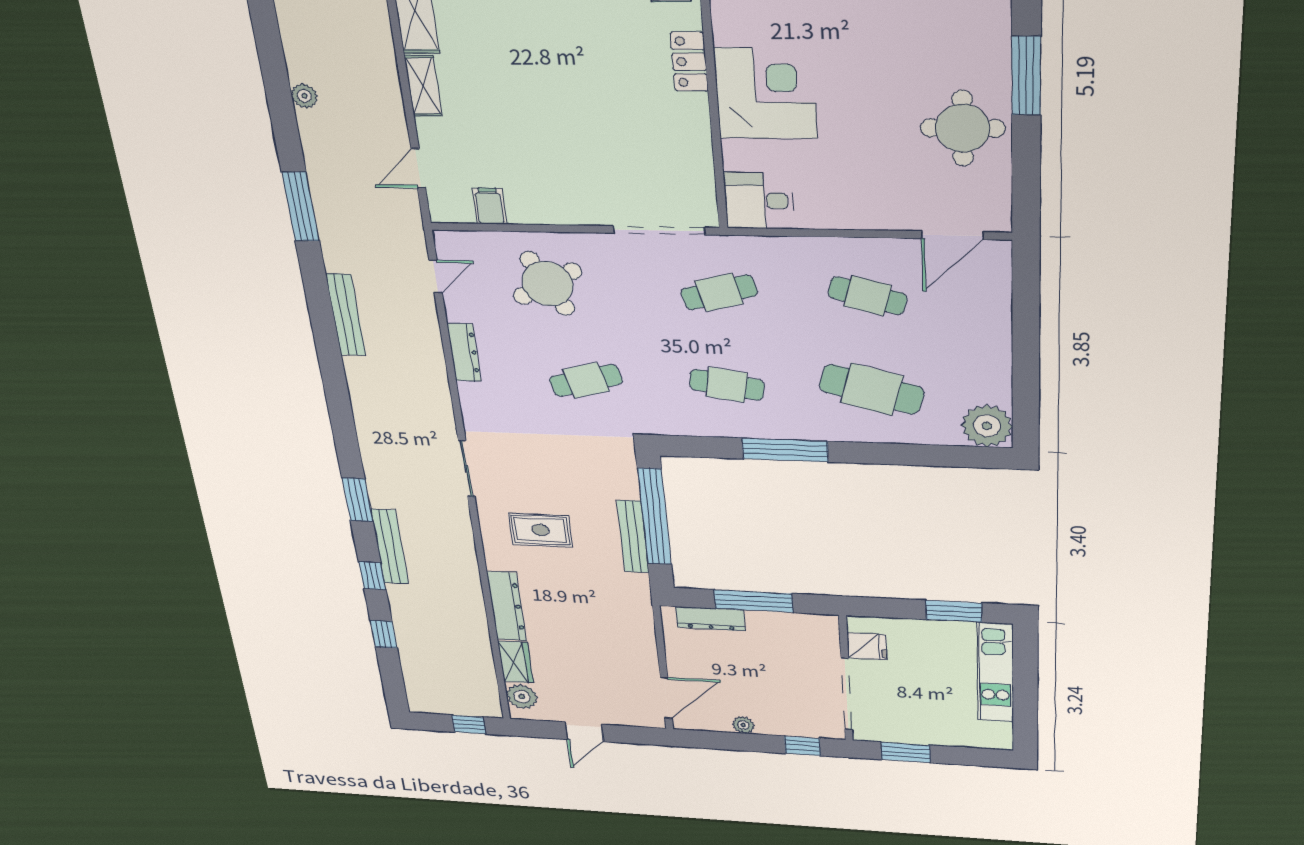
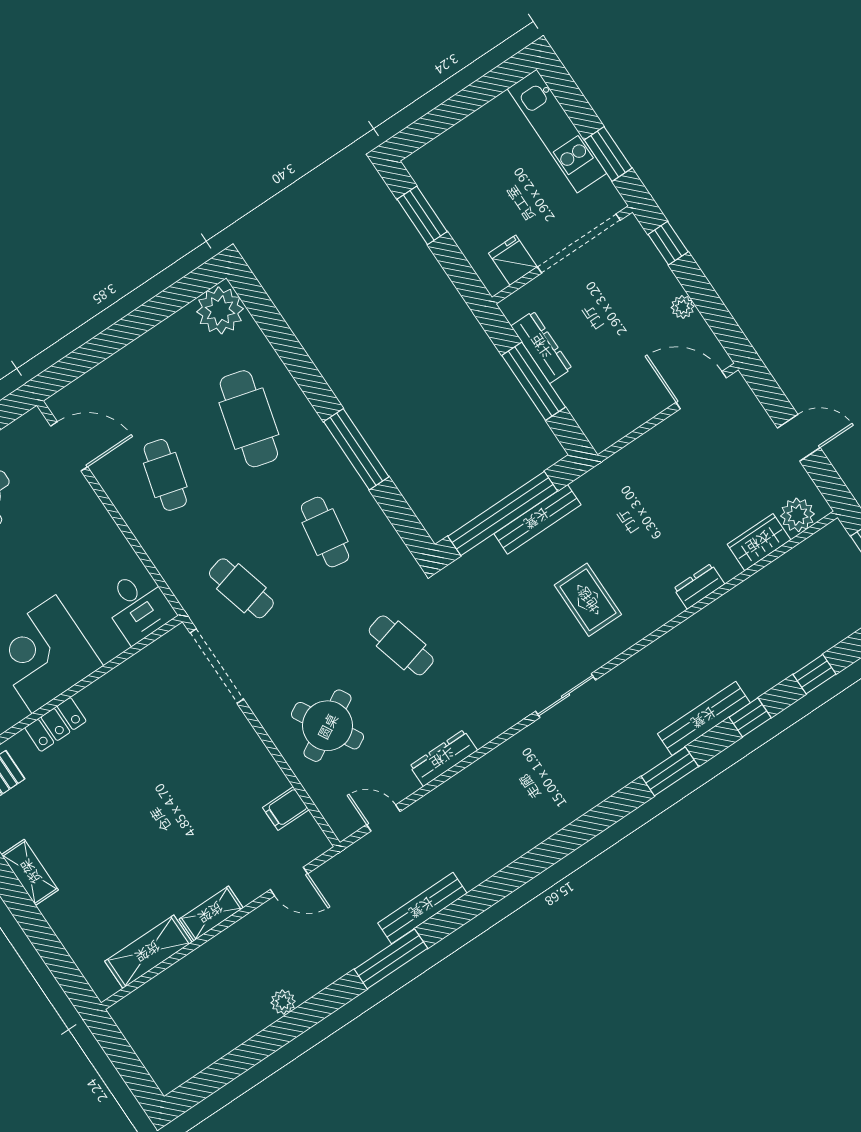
bench: (346, 315) -> (422, 908), moved
dresser: (507, 606) -> (699, 586), width x0.51, depth x0.80
dresser: (710, 619) -> (541, 347), moved
kitchen unit: (995, 672) -> (557, 131), moved, turned 90

